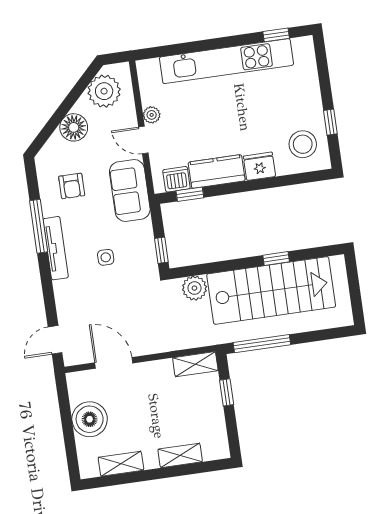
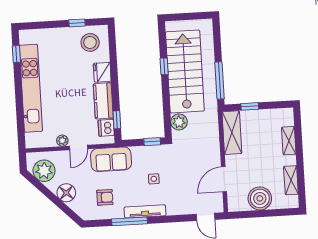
shelving: (195, 364) -> (232, 133), width x1.50, depth x1.33

